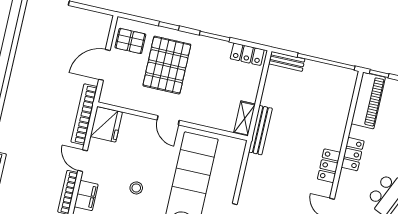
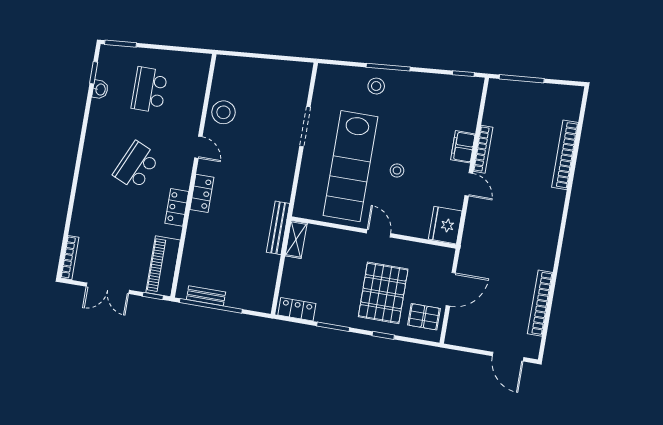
bench: (287, 61) -> (206, 296), moved
bookcase: (84, 114) -> (540, 303), moved, turned 180
stool: (136, 188) -> (397, 170), moved

